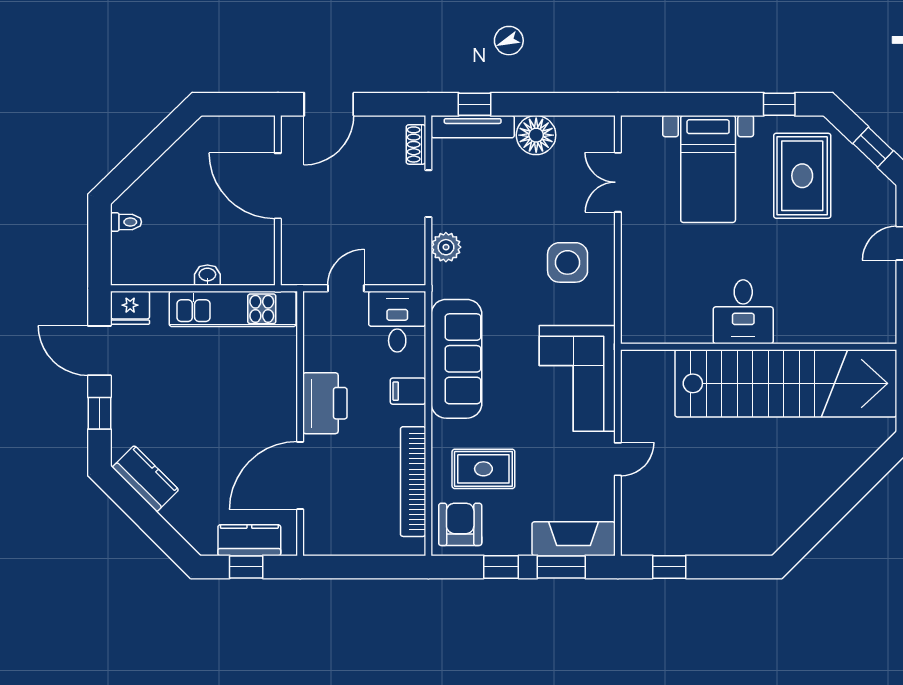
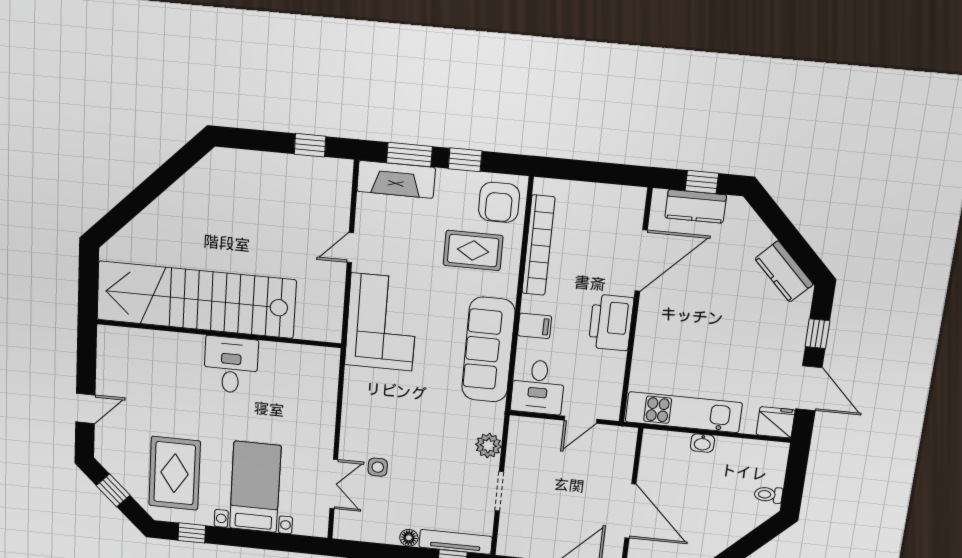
floor lamp: (536, 135) -> (409, 538), width x0.53, depth x0.53
shoe rack: (416, 144) -> (506, 532), removed
side table: (568, 262) -> (378, 467), moved, width x0.54, depth x0.54

